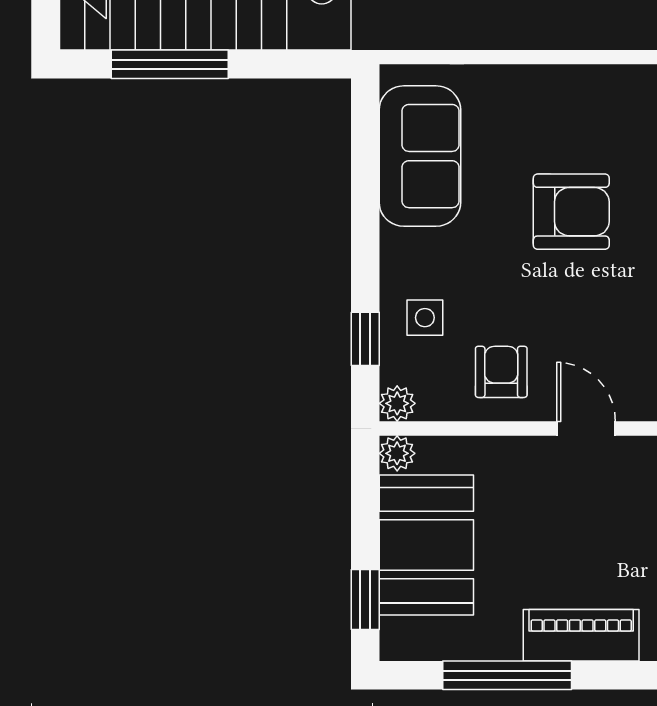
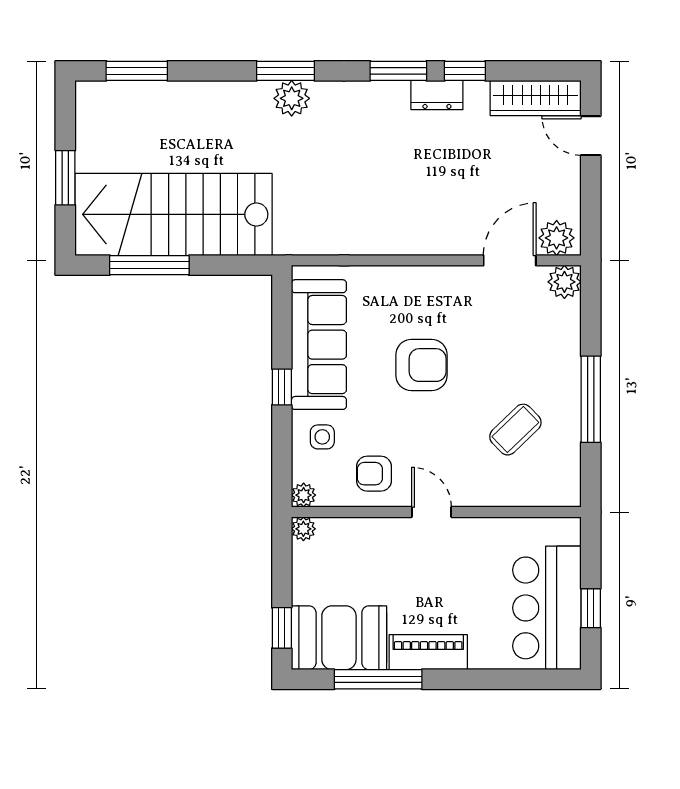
sofa: (420, 156) -> (319, 345), width x1.36
window: (365, 339) -> (282, 387), moved
armchair: (501, 372) -> (374, 474), turned -90
booth: (426, 545) -> (339, 638), moved, turned 90

